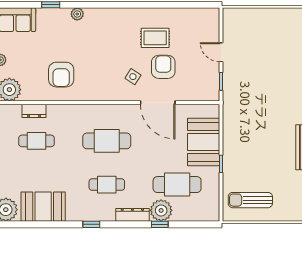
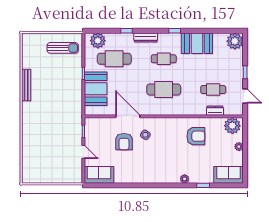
sofa: (199, 20) -> (99, 175), added
rug: (155, 38) -> (130, 162), removed
armchair: (61, 75) -> (196, 136), turned 90
booth: (43, 207) -> (197, 43), moved
plant: (161, 210) -> (98, 41), moved

